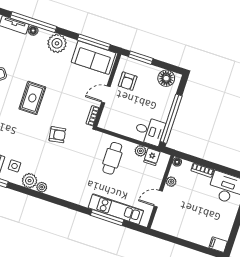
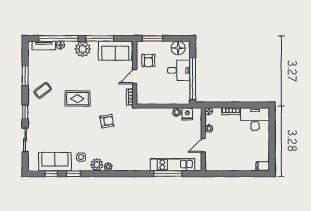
window: (94, 42) -> (100, 38), moved
rug: (32, 98) -> (77, 99), turned 90
desk: (150, 131) -> (179, 70), moved
cafe table: (112, 158) -> (156, 125), removed

